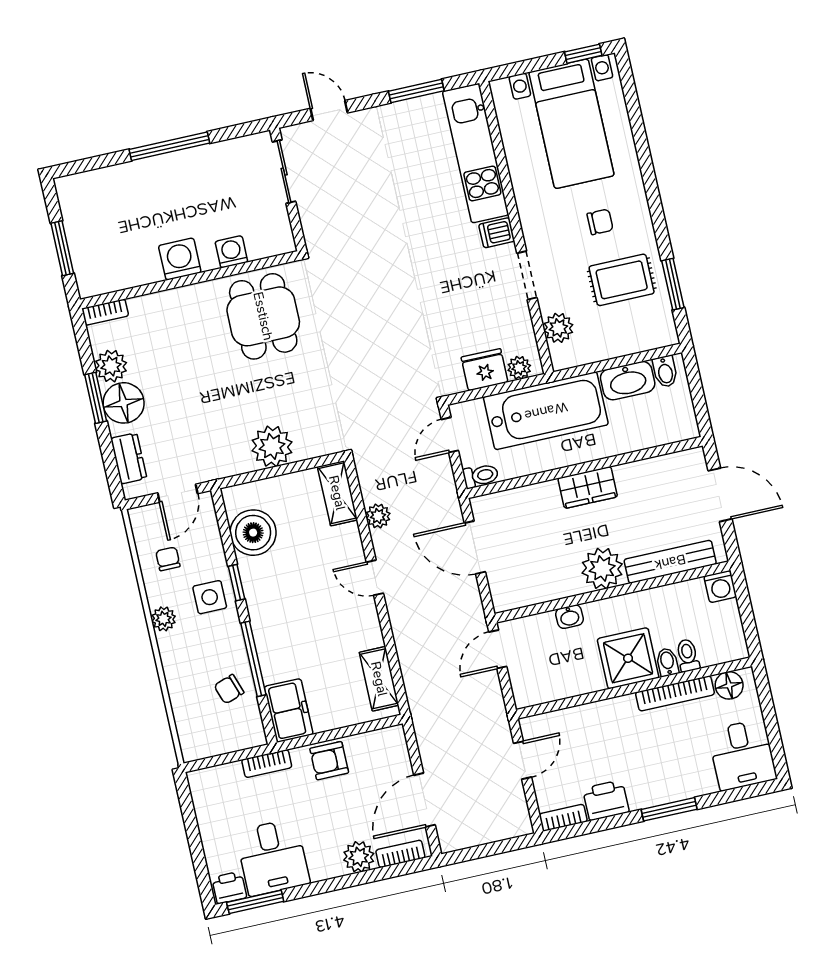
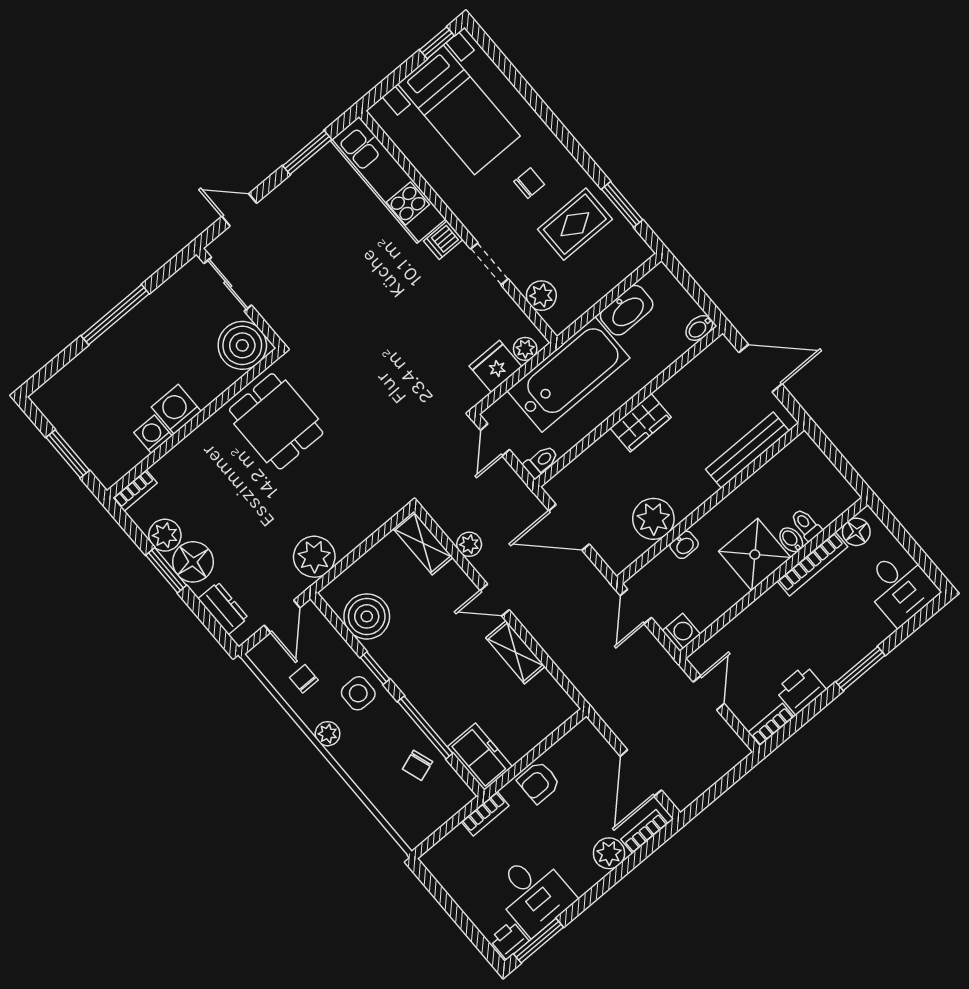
boiler: (268, 233) -> (242, 345), added
washing machine: (231, 252) -> (153, 434), moved
bidet: (665, 371) -> (699, 328), moved, turned 90
plant: (272, 446) -> (314, 557), moved
plant: (602, 569) -> (653, 519), moved
washing machine: (720, 586) -> (681, 632), moved, turned -90
shelving: (379, 679) -> (515, 652), moved

